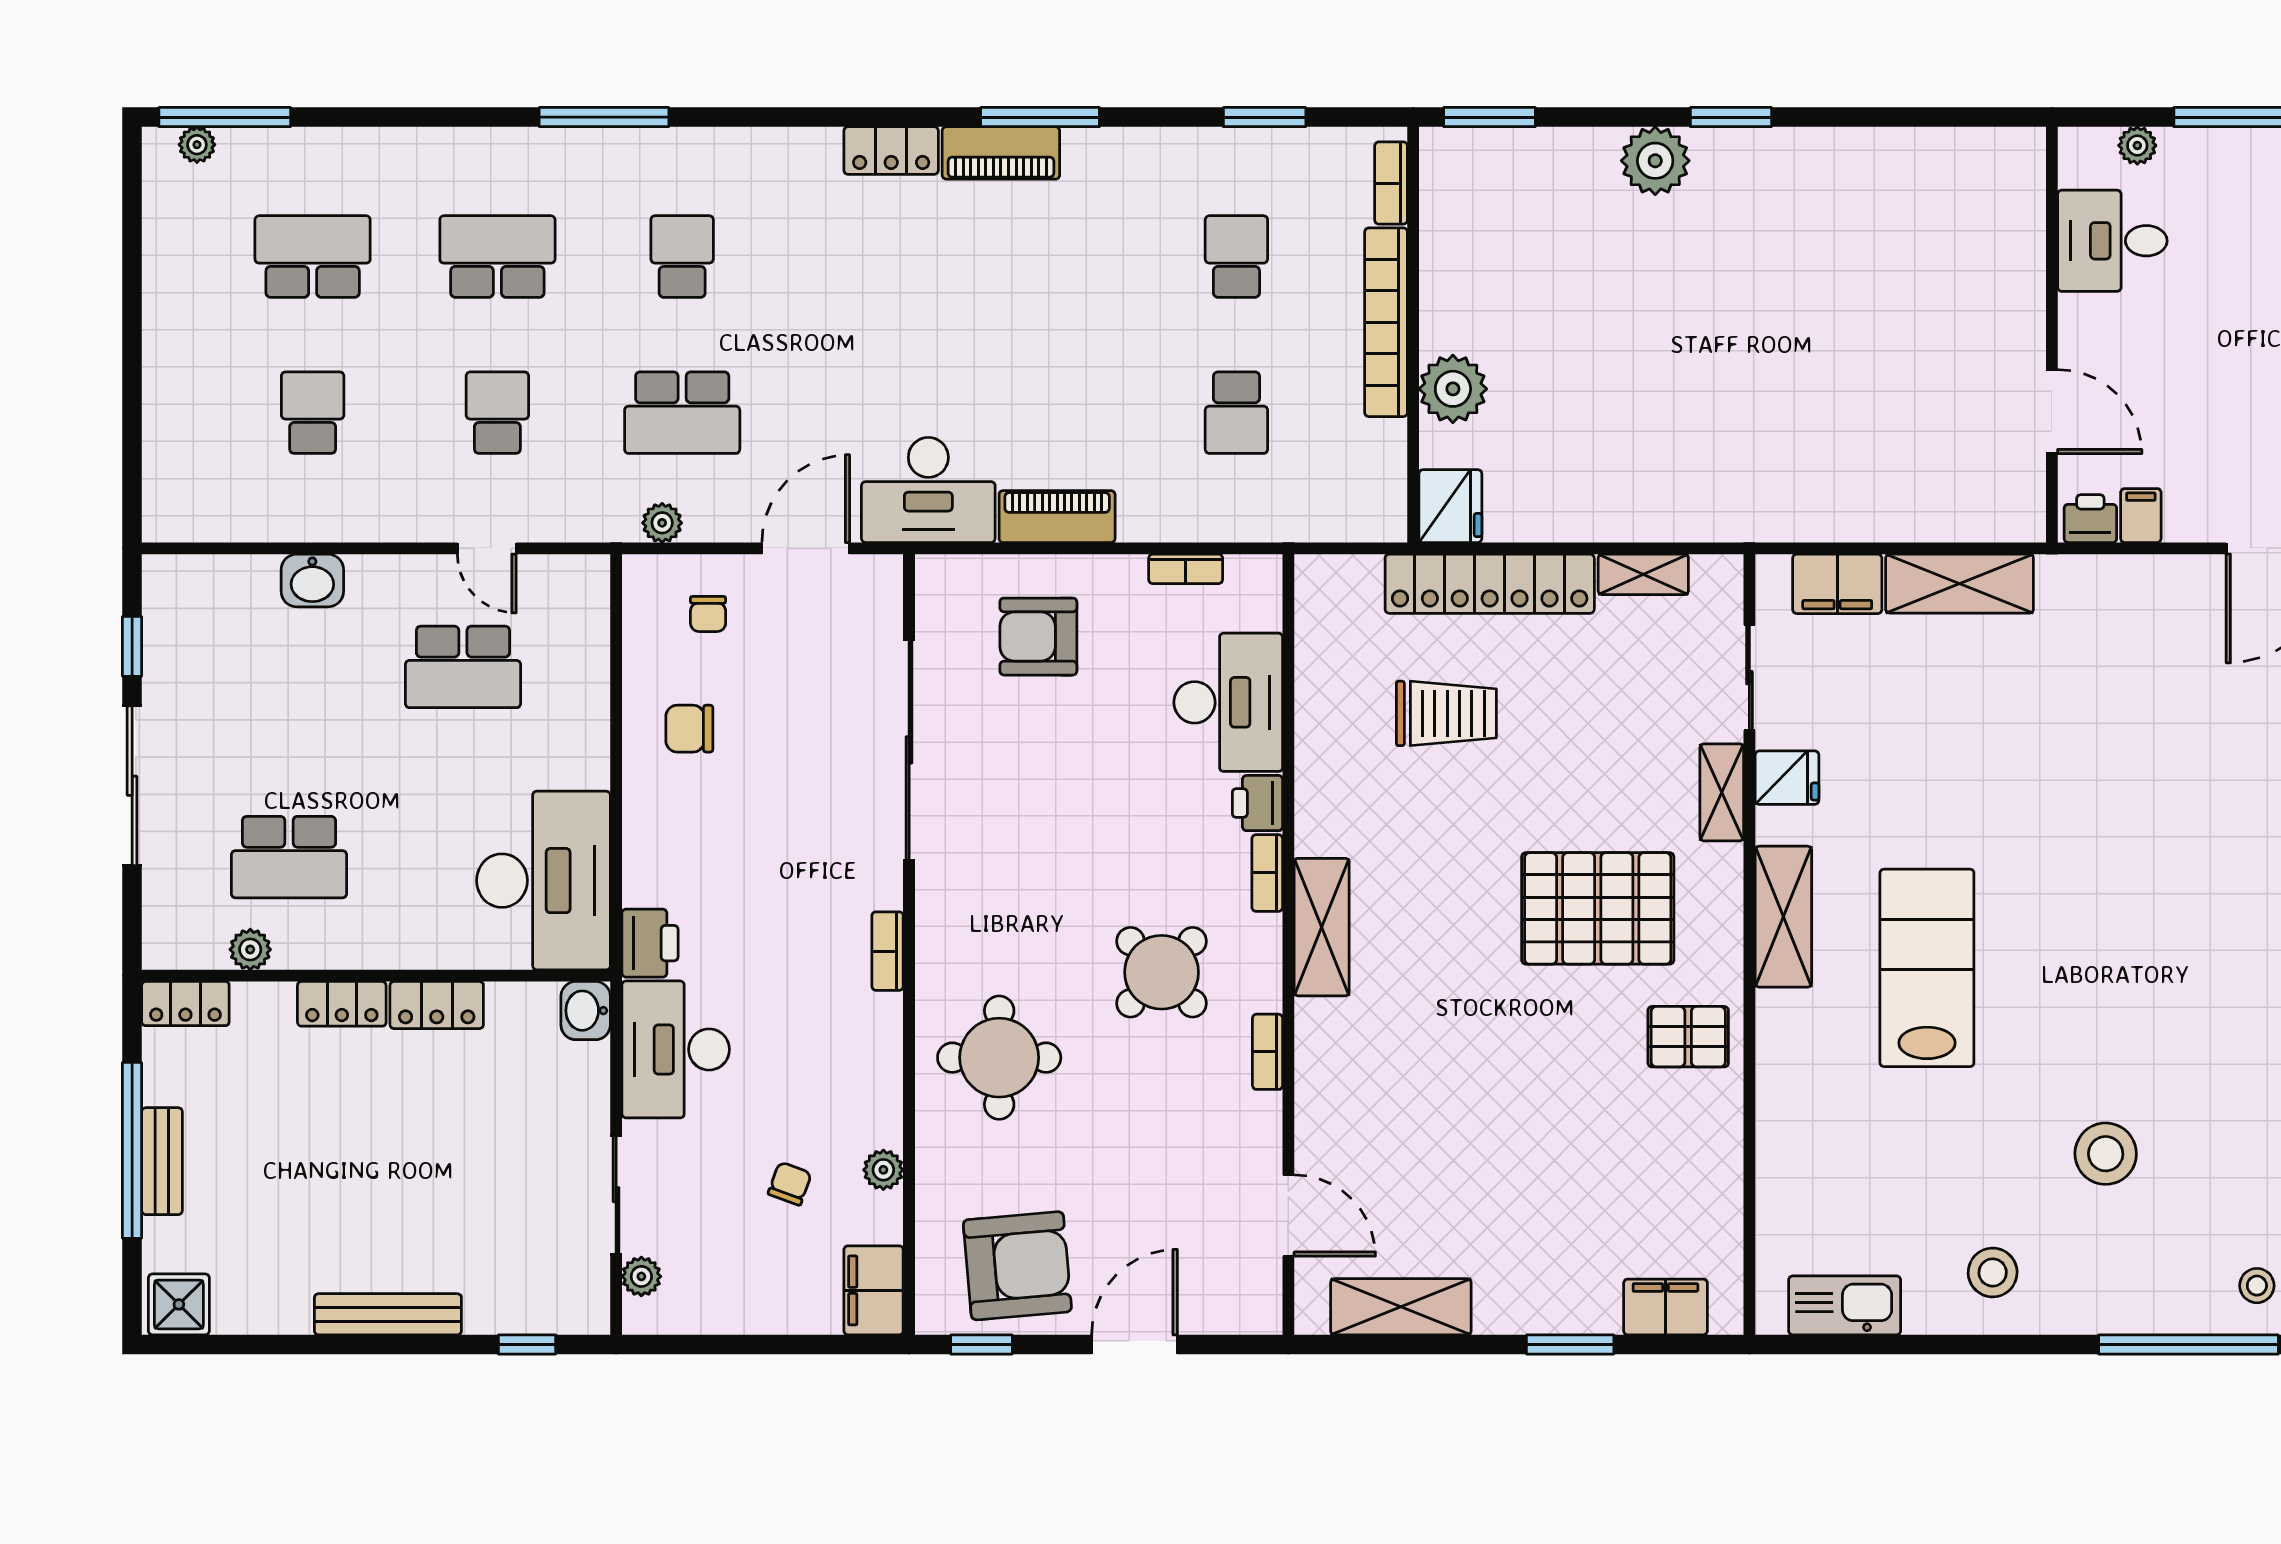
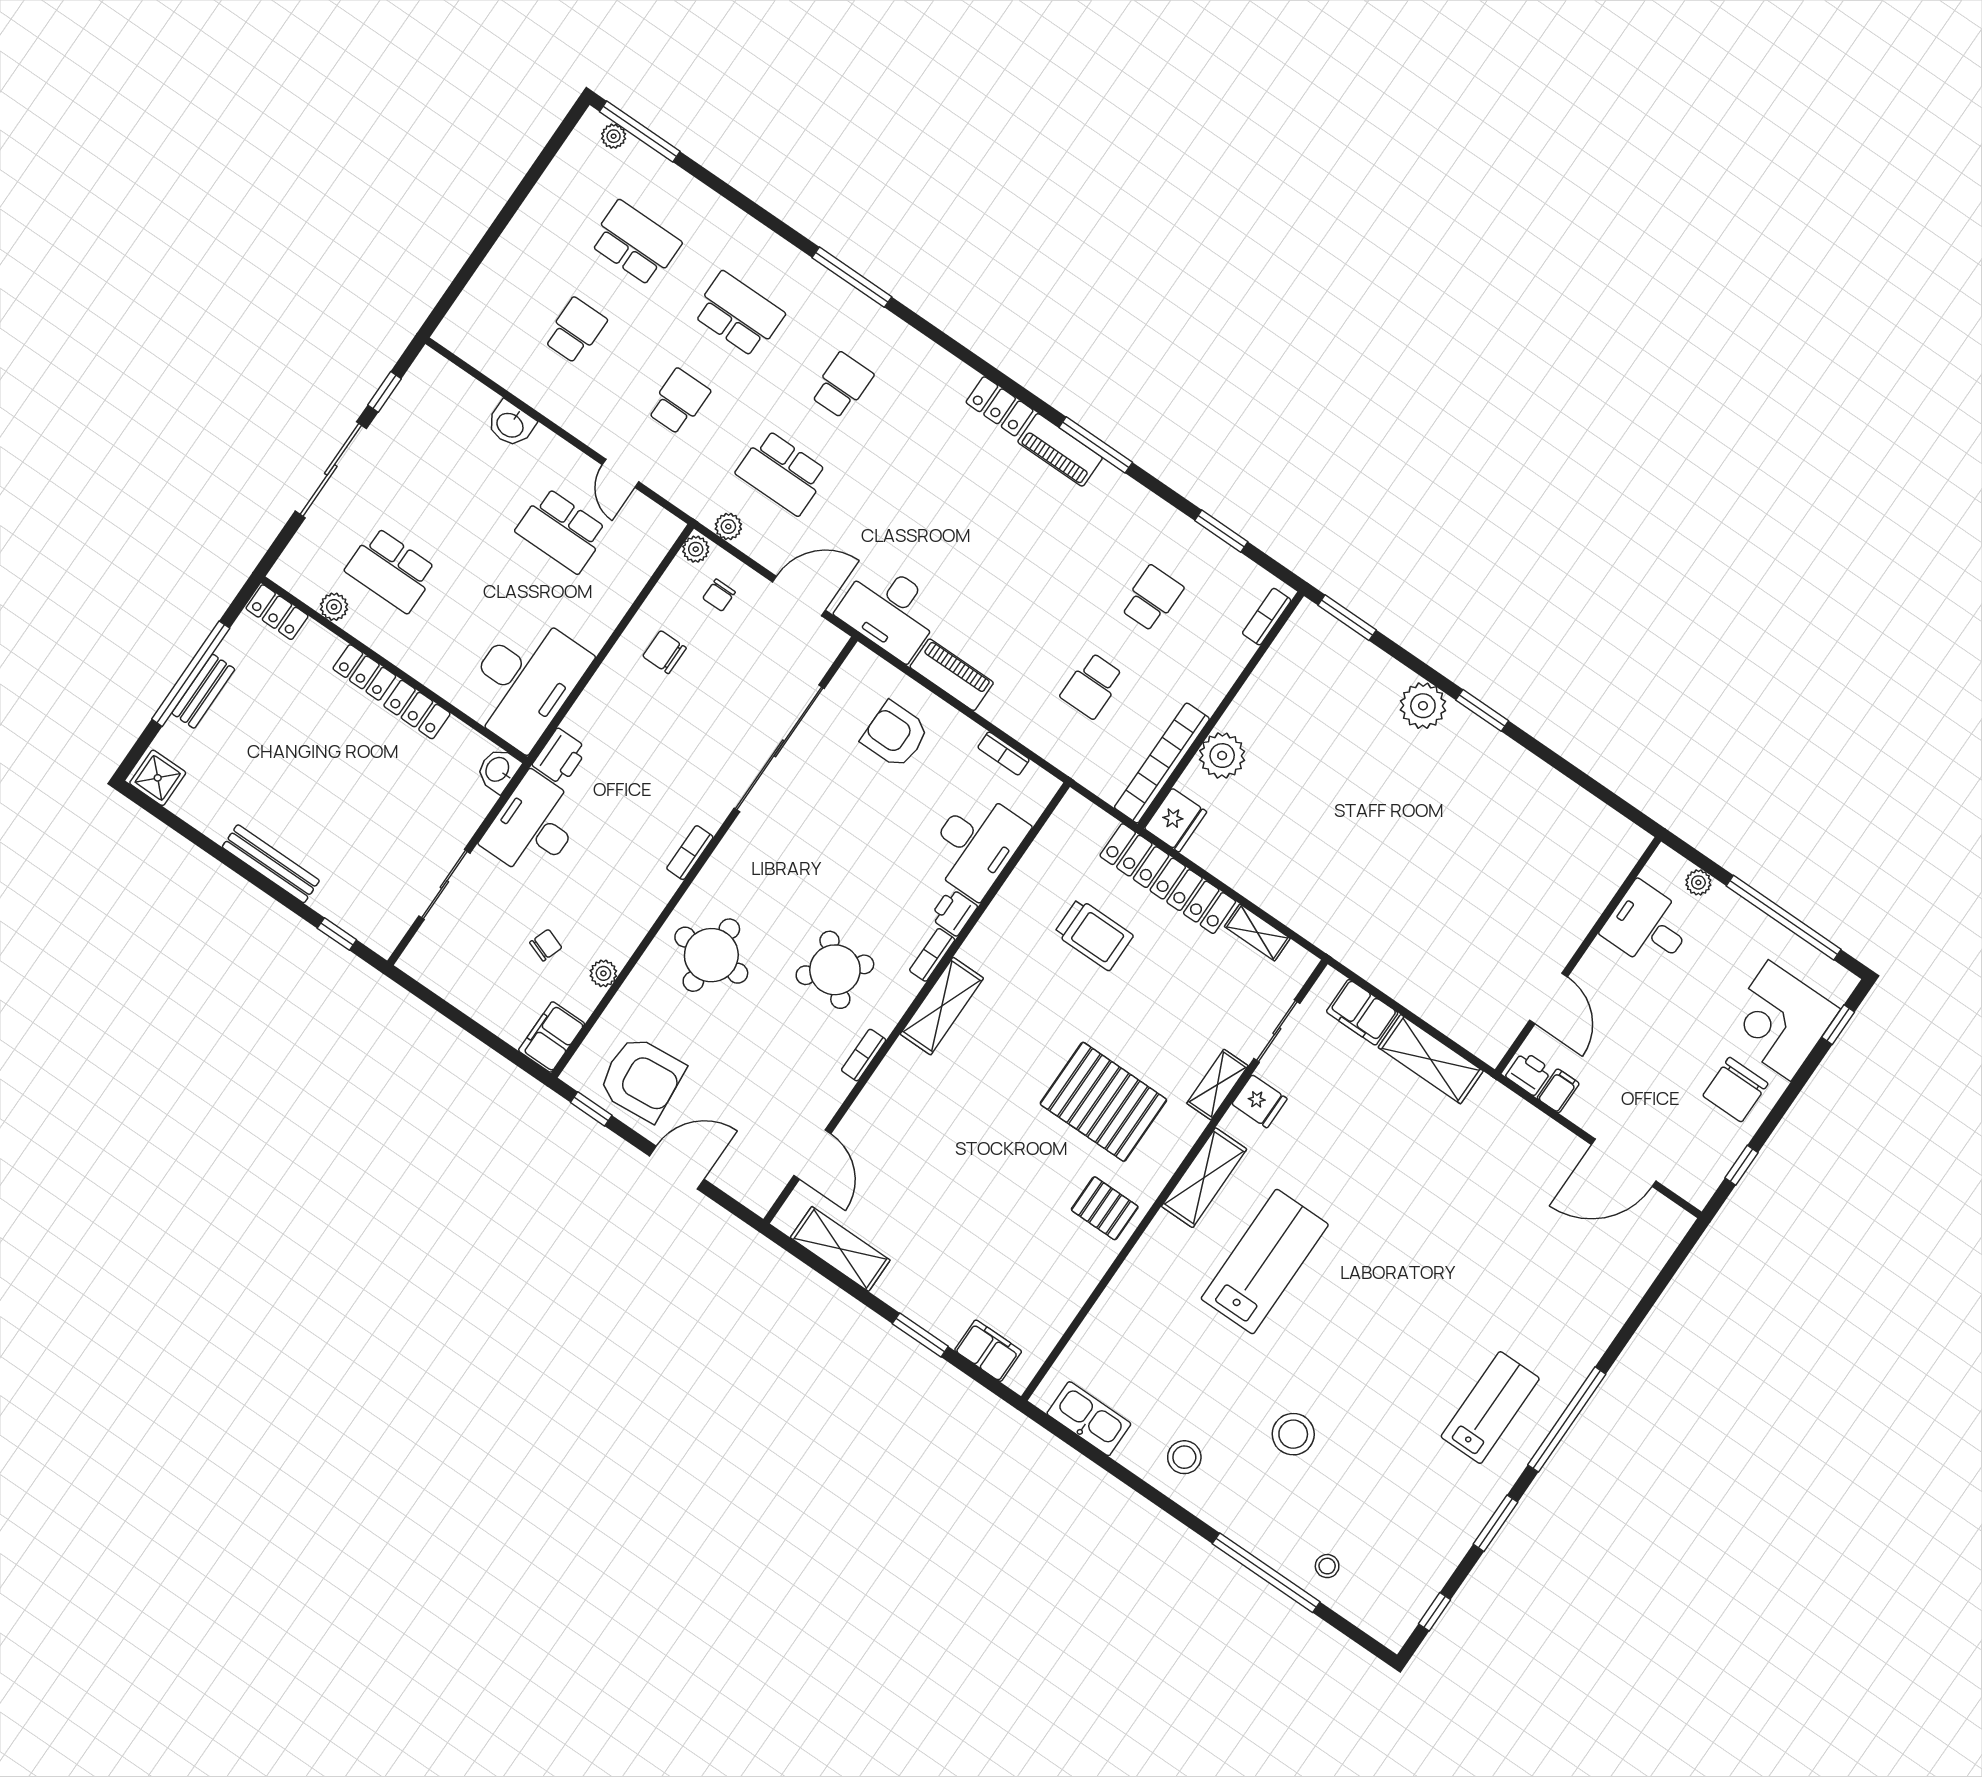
bookcase: (1386, 322) -> (1162, 763), moved
plant: (641, 1276) -> (696, 549), moved

